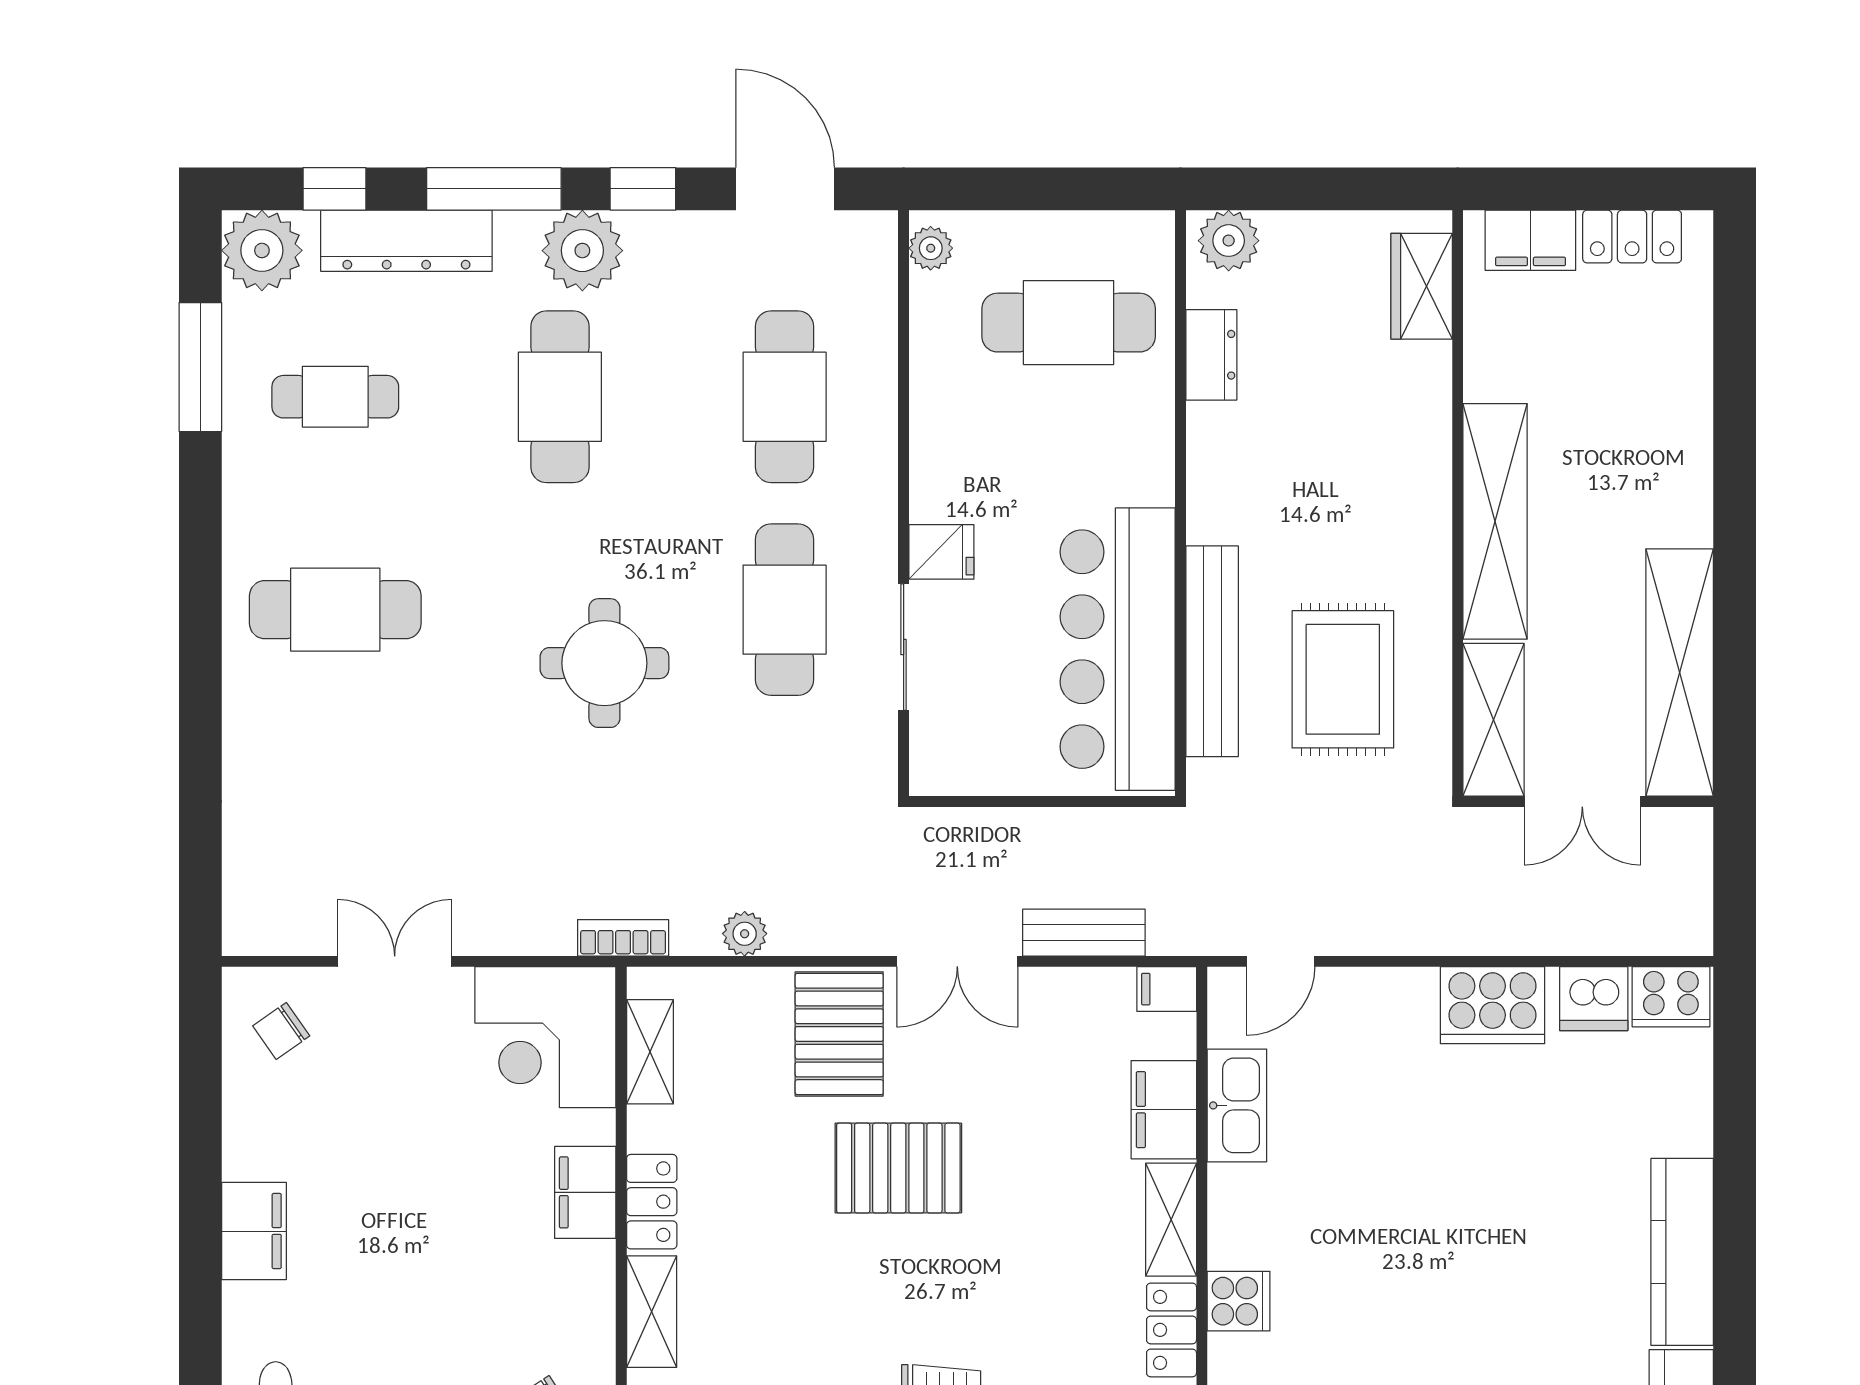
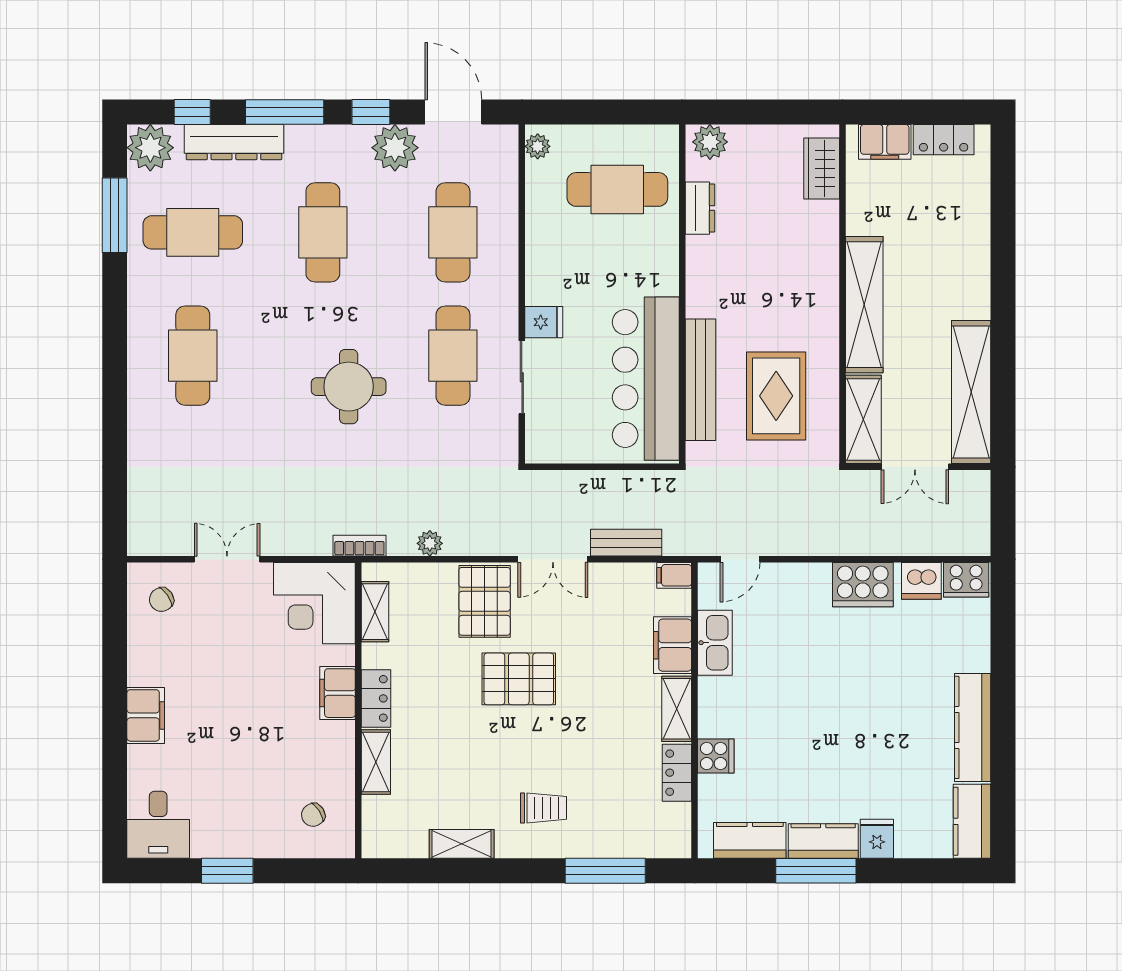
plant: (582, 251) -> (395, 148), moved
cafe table: (335, 397) -> (193, 232), width x1.37, depth x1.35
cafe table: (335, 610) -> (193, 356), turned 90

